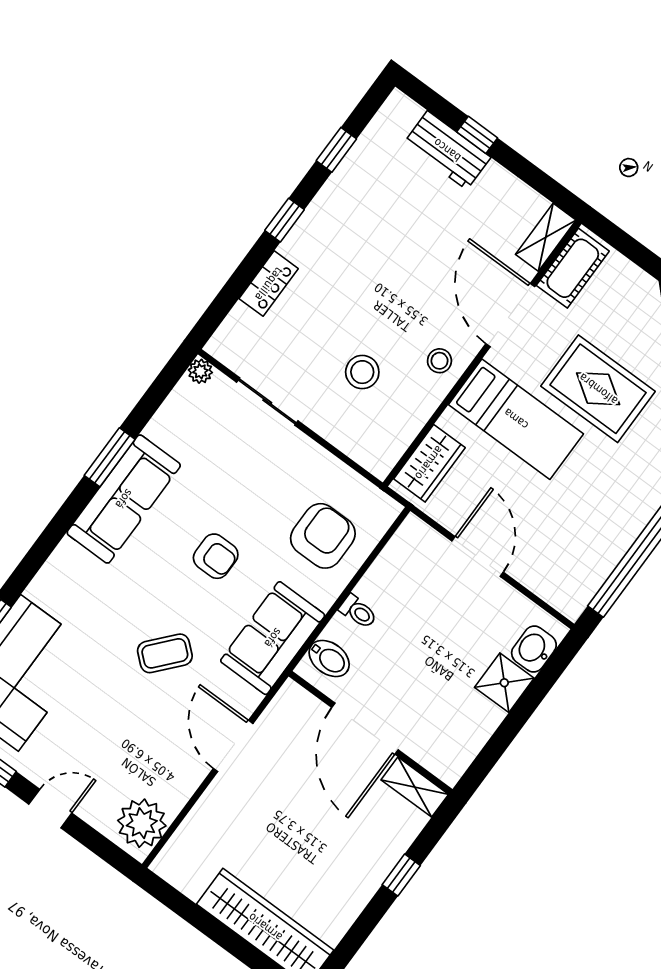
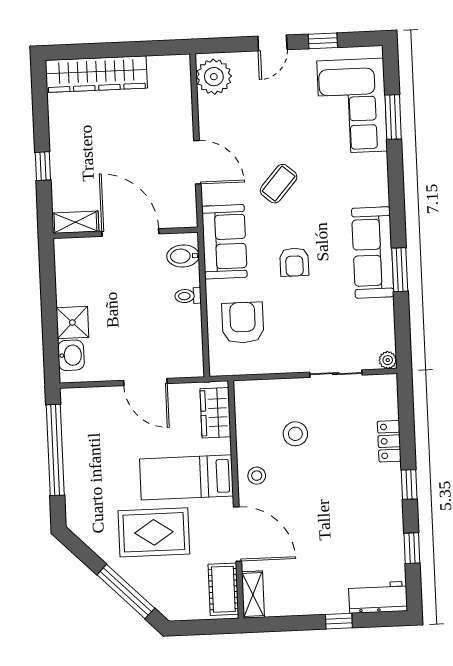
workbench: (447, 150) -> (378, 597), moved
armchair: (323, 536) -> (243, 323), turned 180
armchair: (216, 556) -> (294, 262), turned -90

